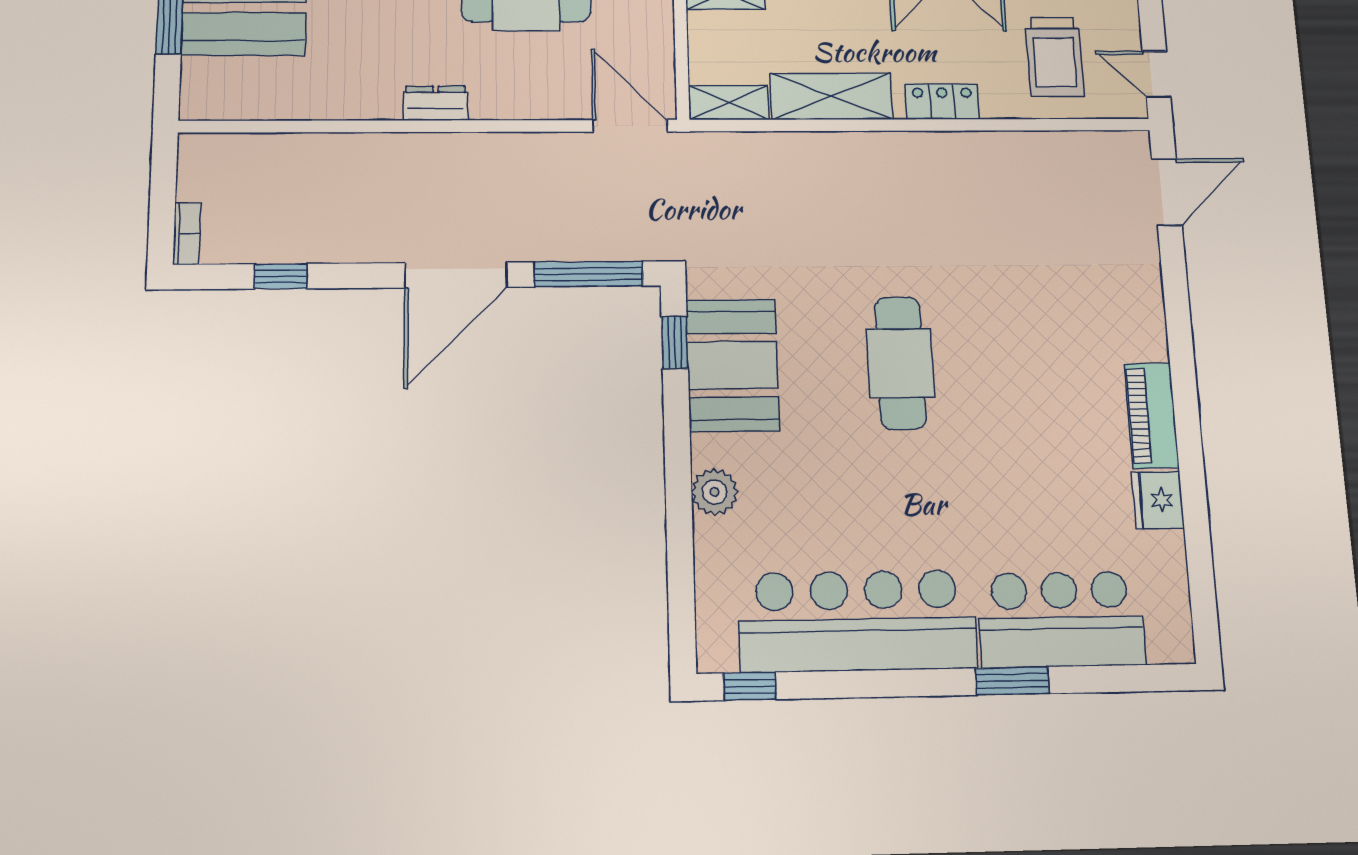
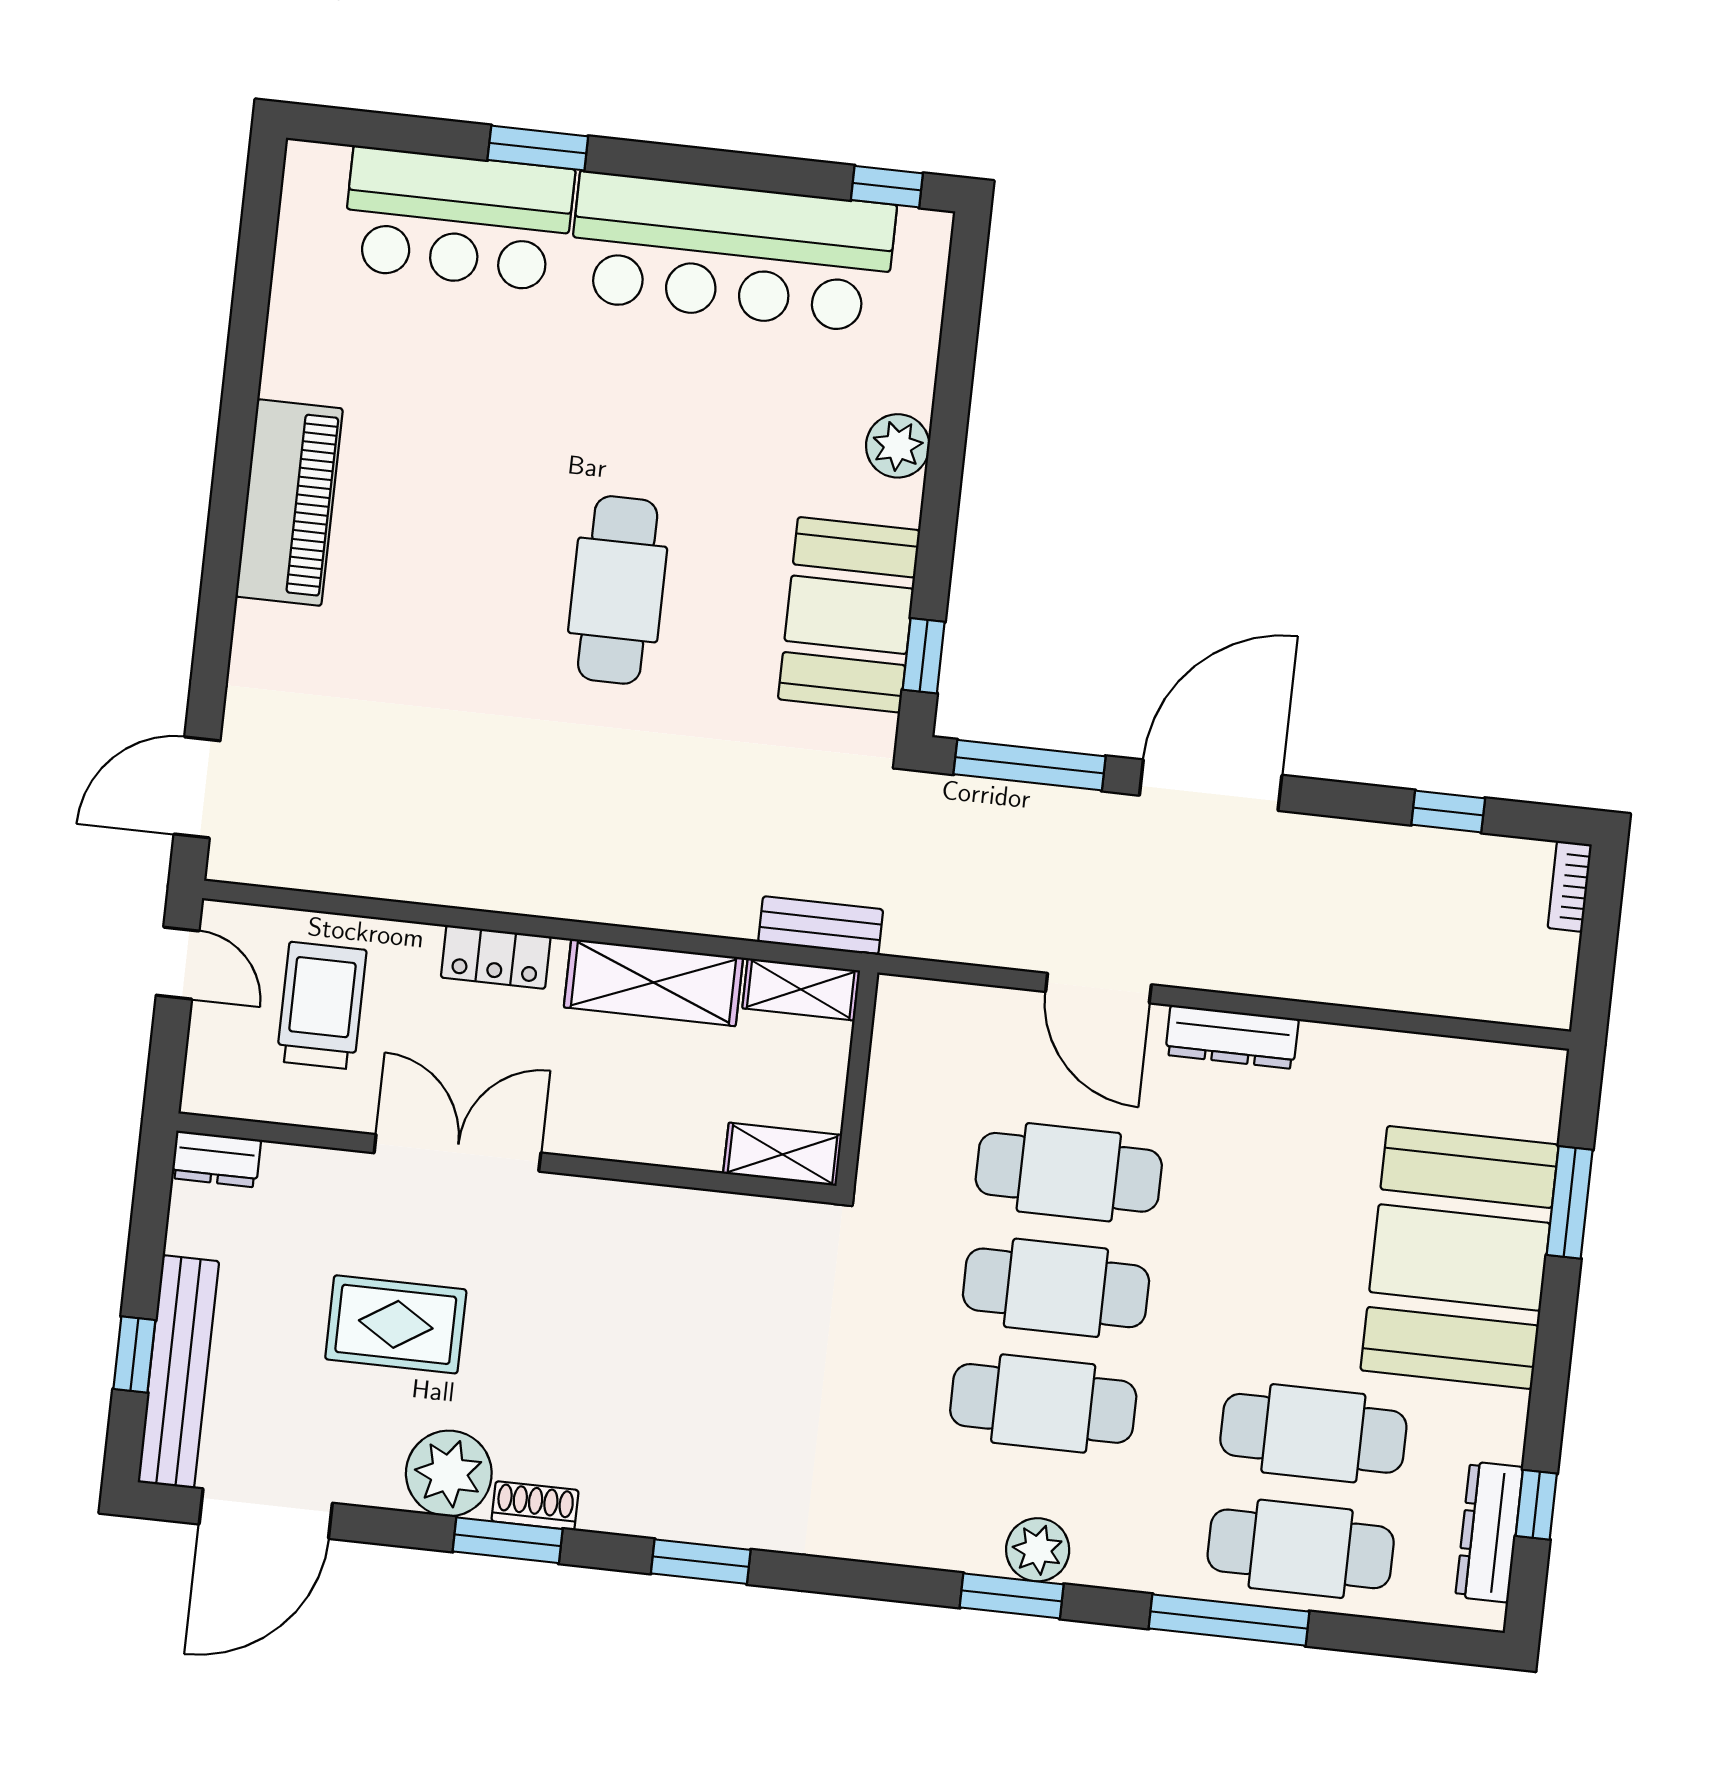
dresser: (436, 103) -> (1232, 1037), width x1.44
door: (630, 126) -> (1098, 988), moved
bench: (721, 147) -> (821, 926), added
piano: (1151, 416) -> (289, 503), width x1.37, depth x1.33
fridge: (1158, 500) -> (295, 359), removed

